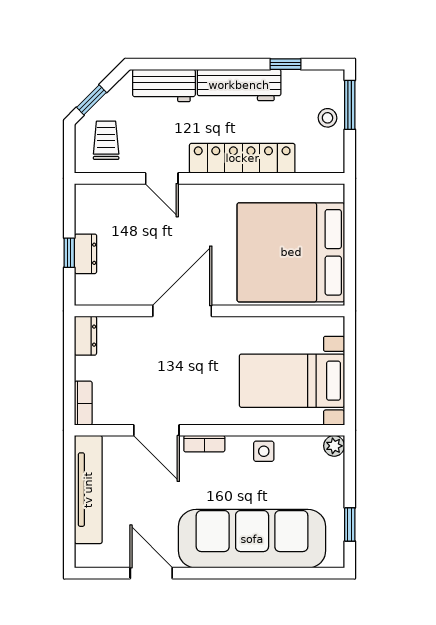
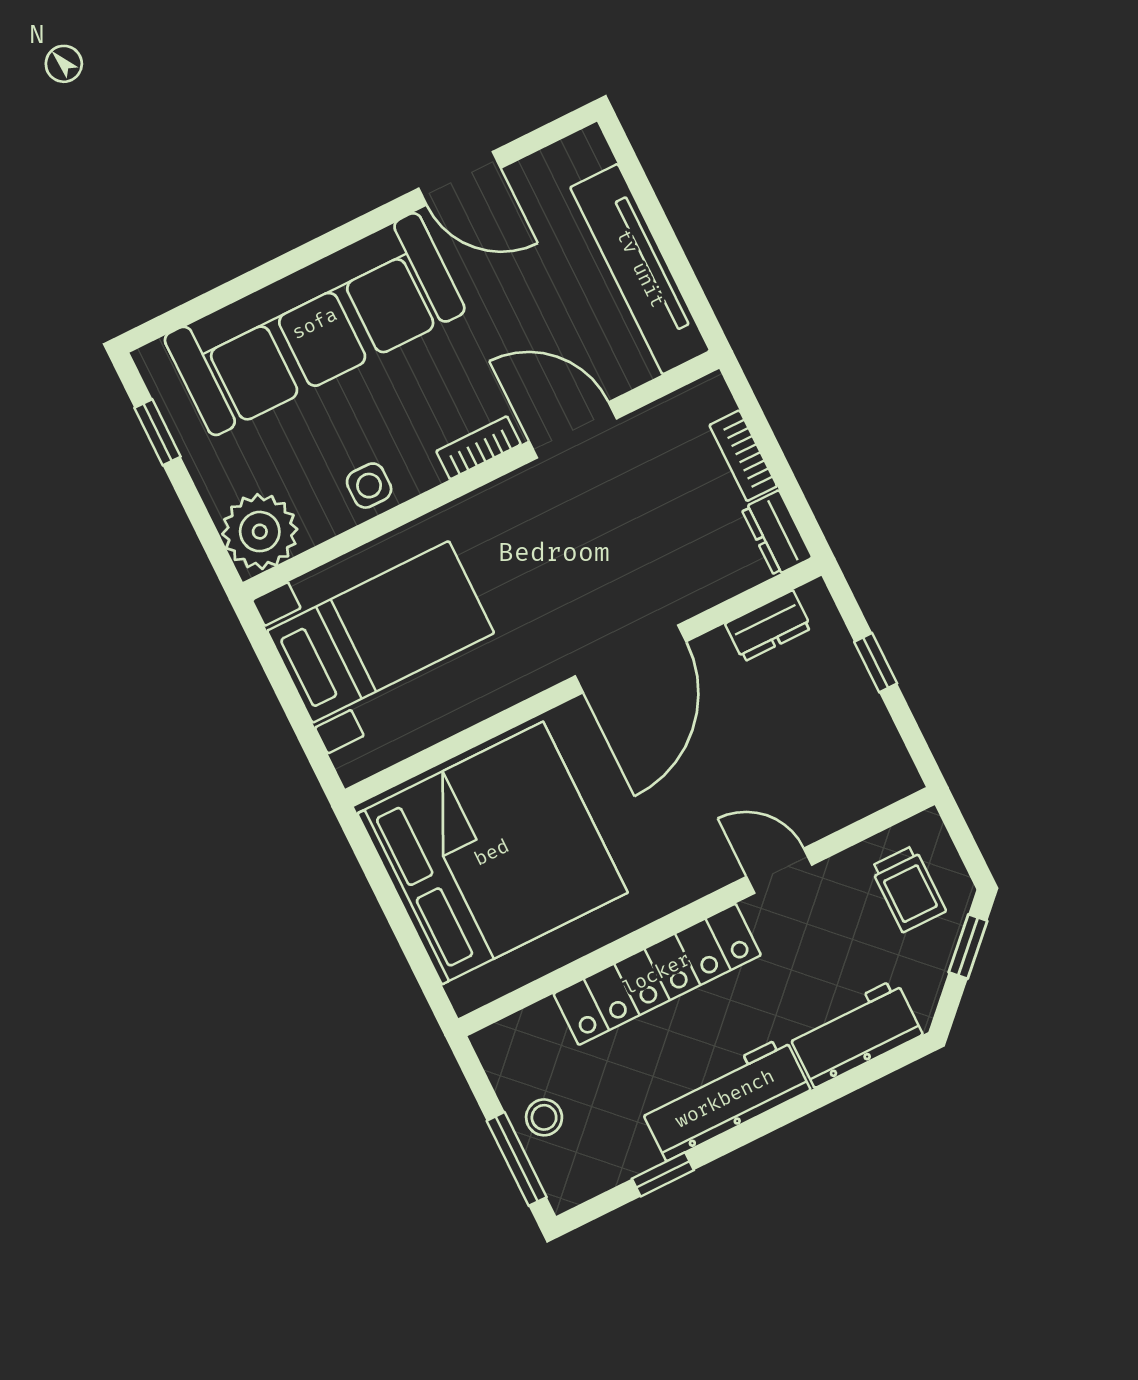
dresser: (86, 254) -> (768, 626), moved, turned -90
bookcase: (83, 403) -> (743, 456), moved
plant: (334, 446) -> (260, 532), width x1.88, depth x1.88

